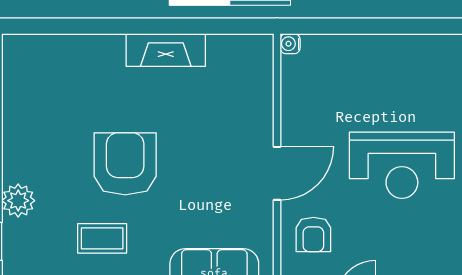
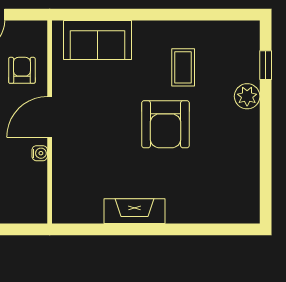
water cooler: (290, 44) -> (40, 153), moved
coffee table: (102, 238) -> (183, 67), turned 90

